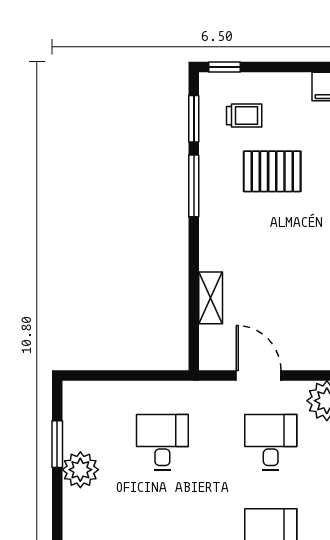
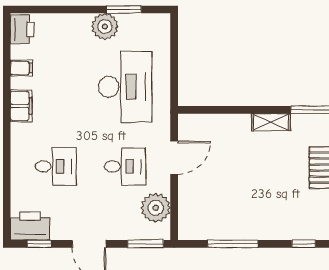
shelving: (211, 298) -> (271, 122), moved
desk: (162, 442) -> (125, 87), width x1.87, depth x1.30

